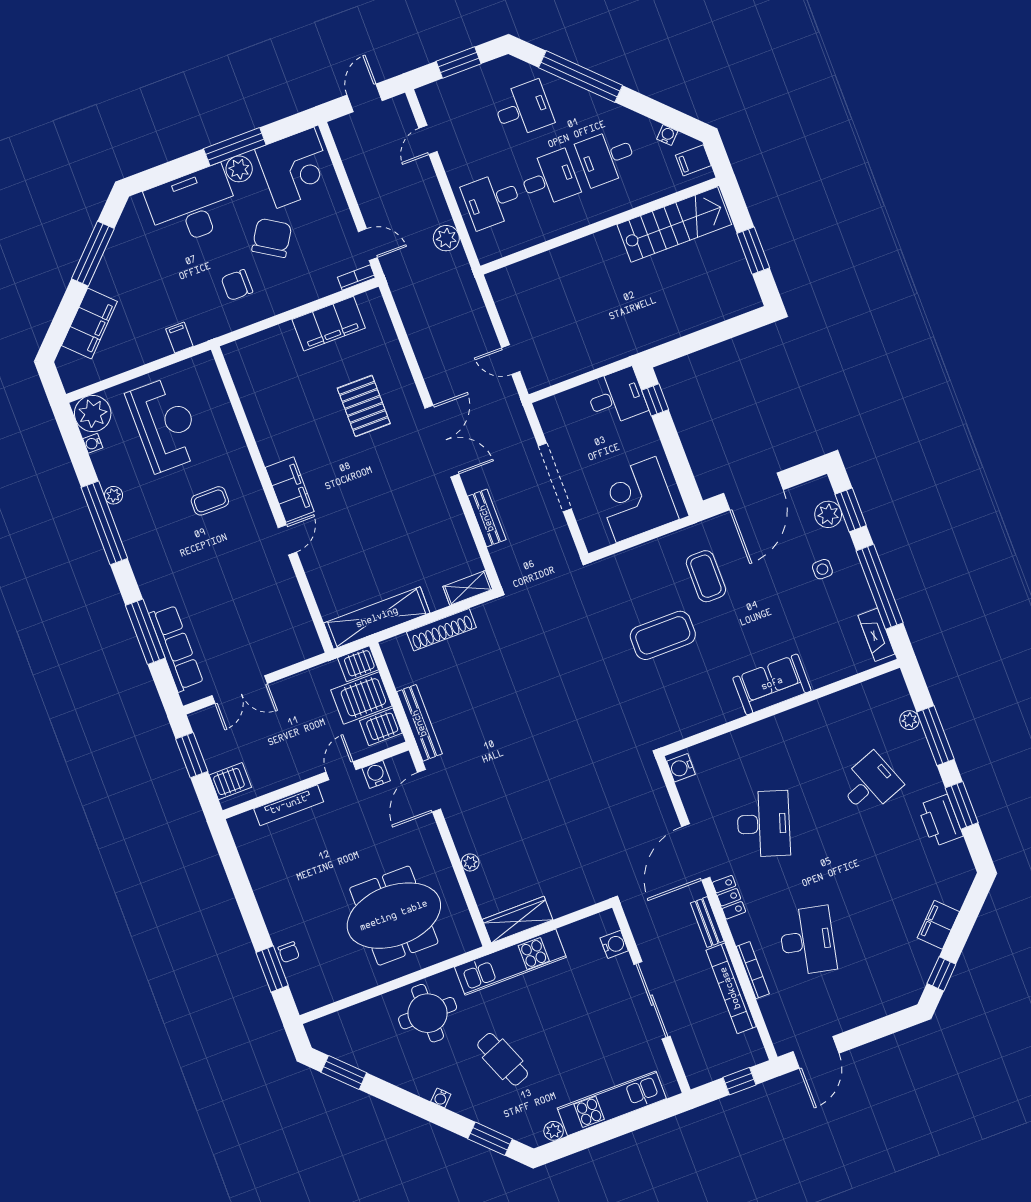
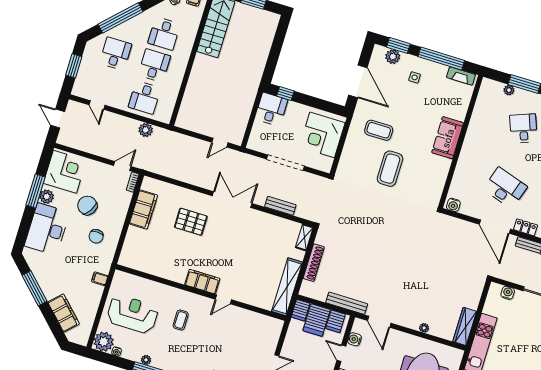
door: (287, 540) -> (223, 299), swing flipped

